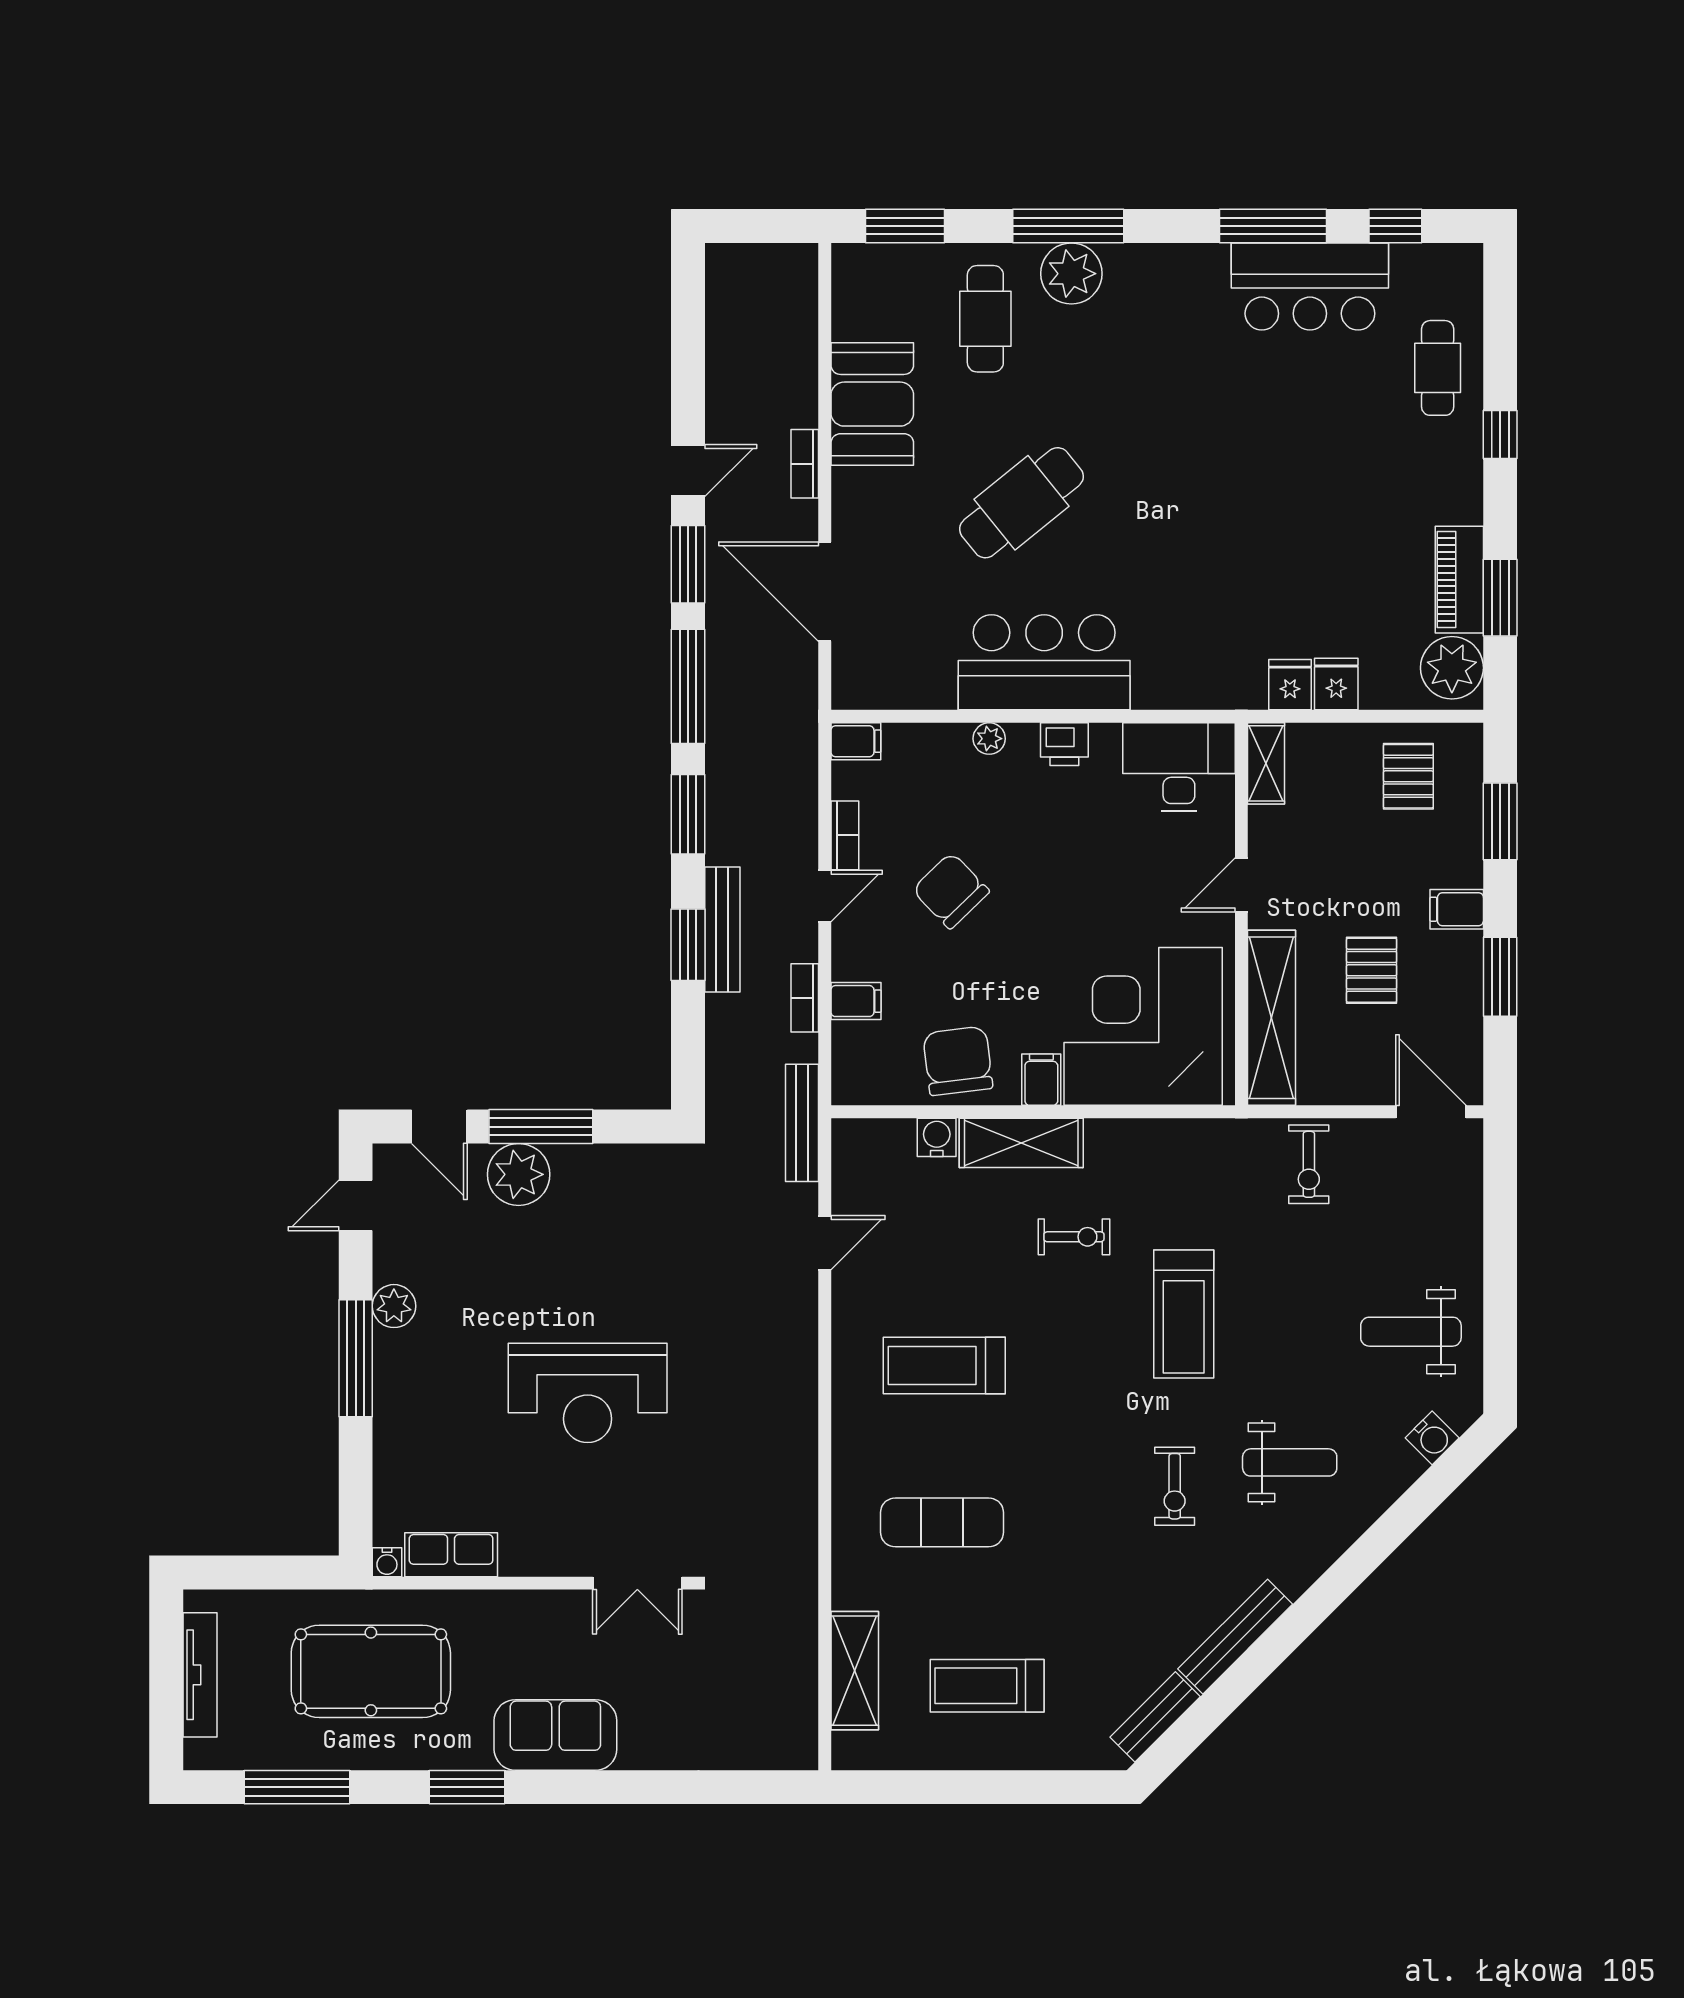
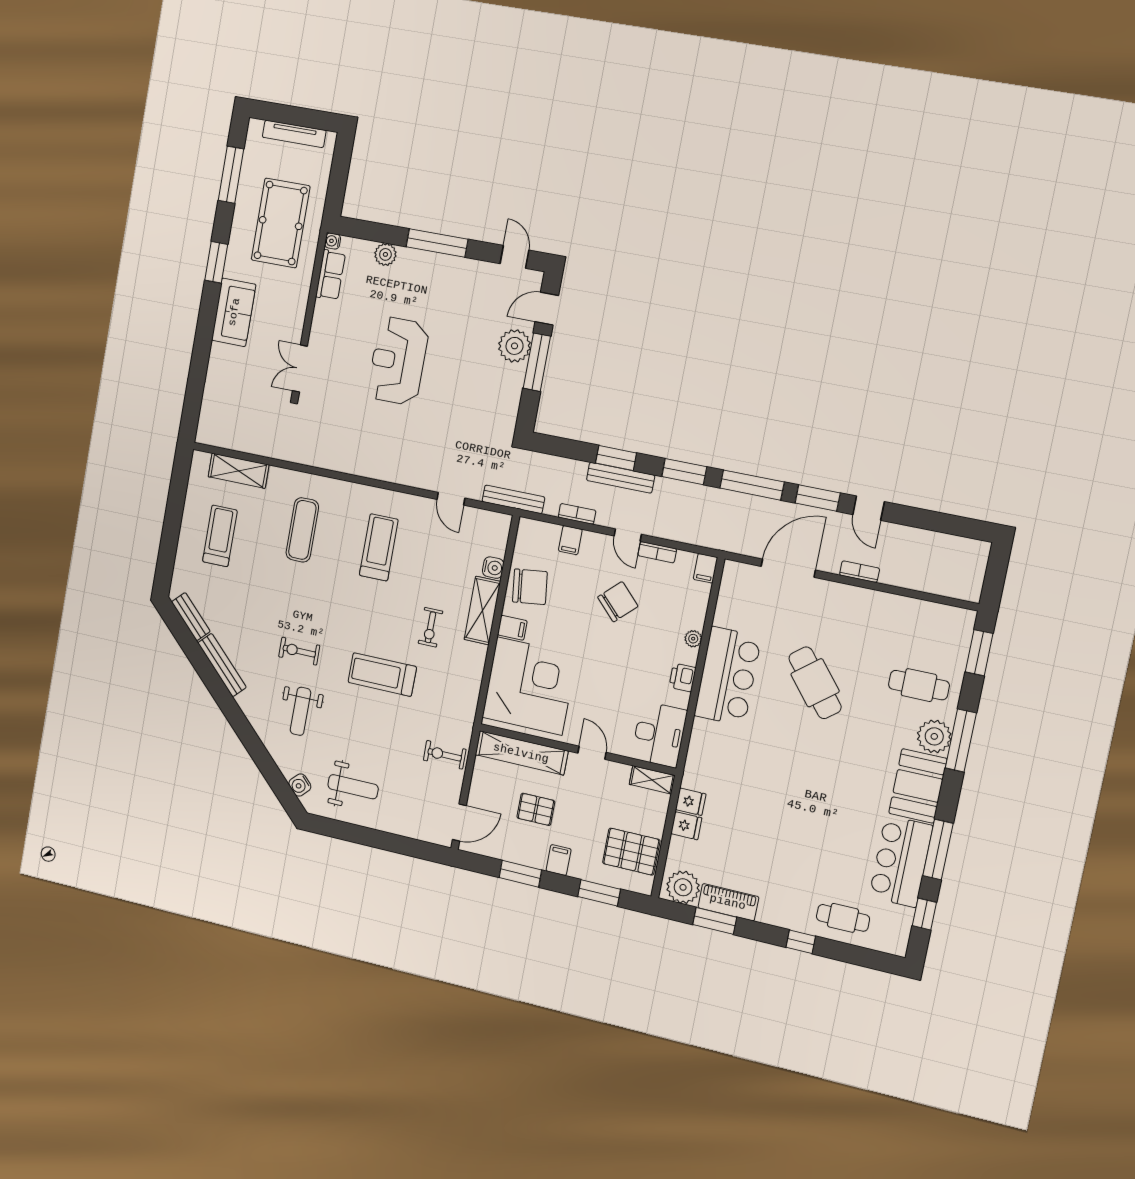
booth: (872, 404) -> (918, 786), moved, turned 90
pallet: (1408, 776) -> (631, 852), width x1.50, depth x1.42
plant: (394, 1306) -> (385, 254), moved
weight bench: (1411, 1332) -> (353, 787), turned 90

